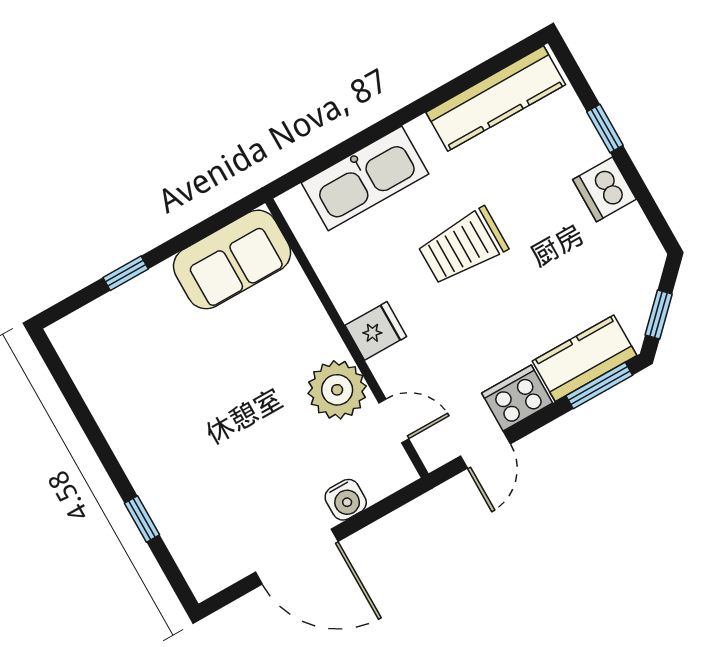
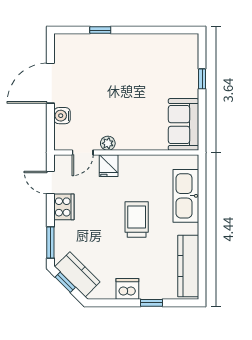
fridge: (376, 331) -> (109, 166), moved
kitchen counter: (584, 358) -> (77, 274), moved, turned -45
plant: (337, 390) -> (108, 143), width x0.53, depth x0.53

